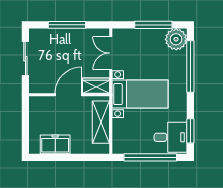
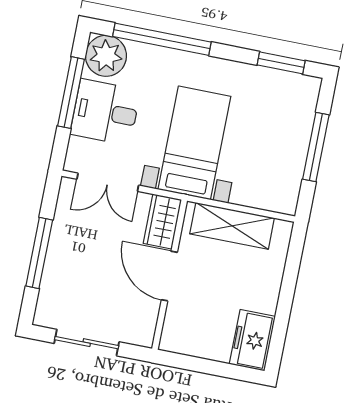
desk: (171, 137) -> (105, 112), moved, turned -90
freezer: (55, 144) -> (252, 340), moved
window: (150, 157) -> (316, 147), width x0.68

